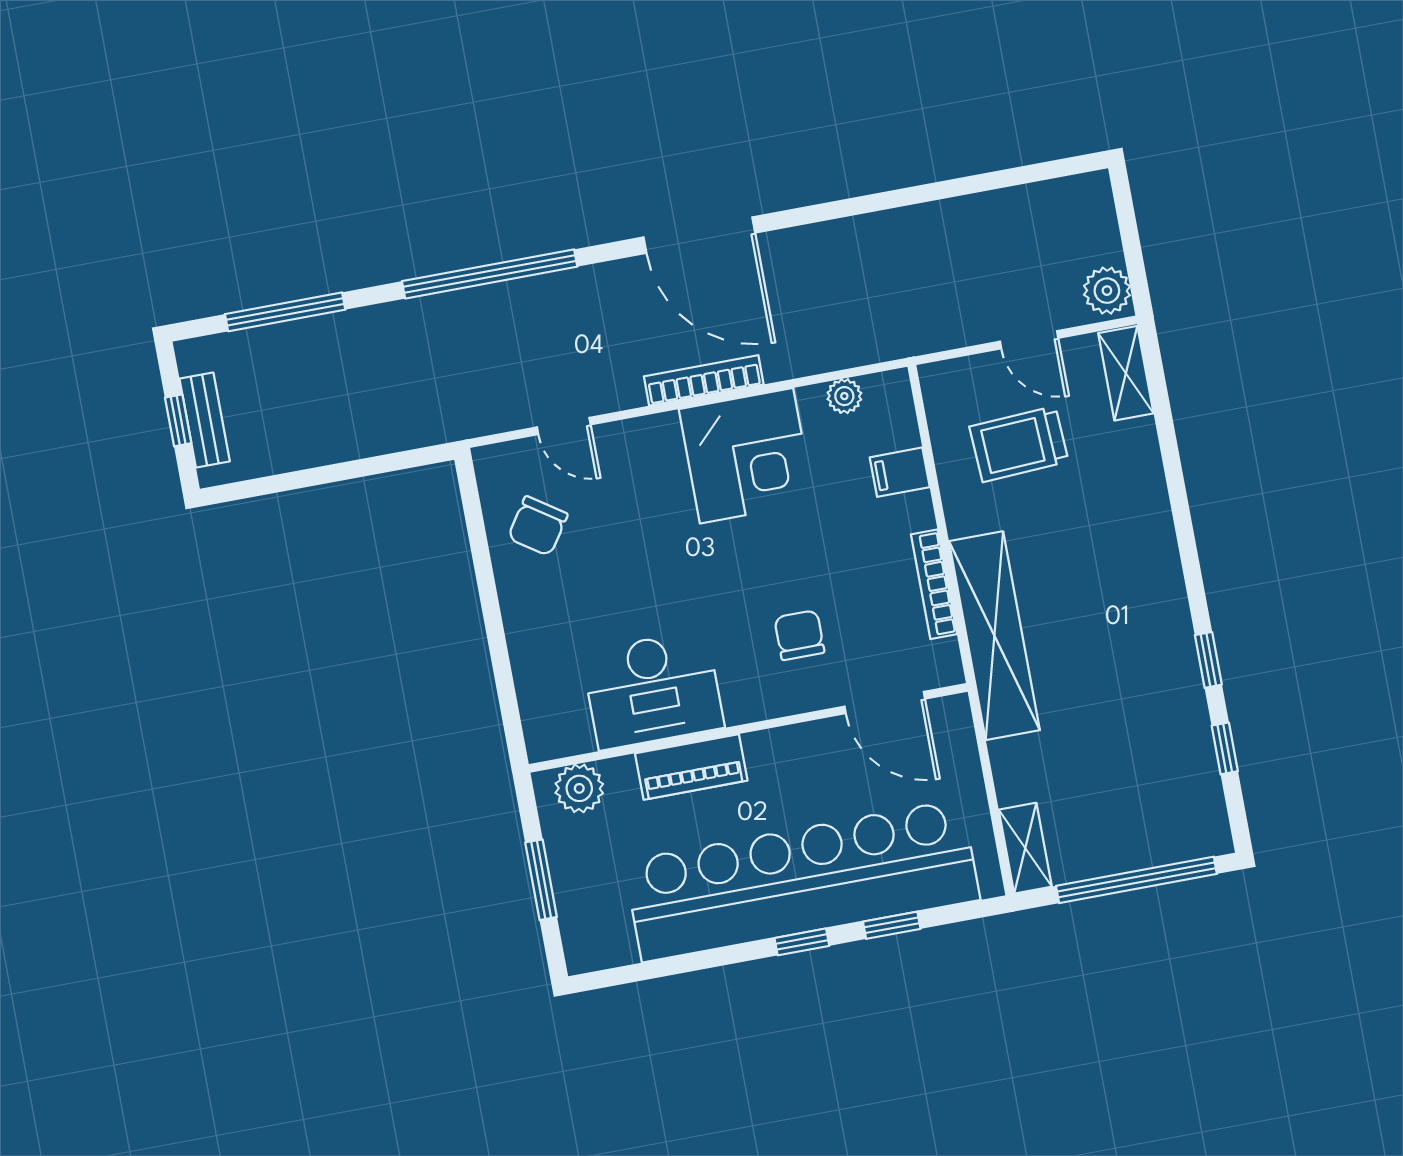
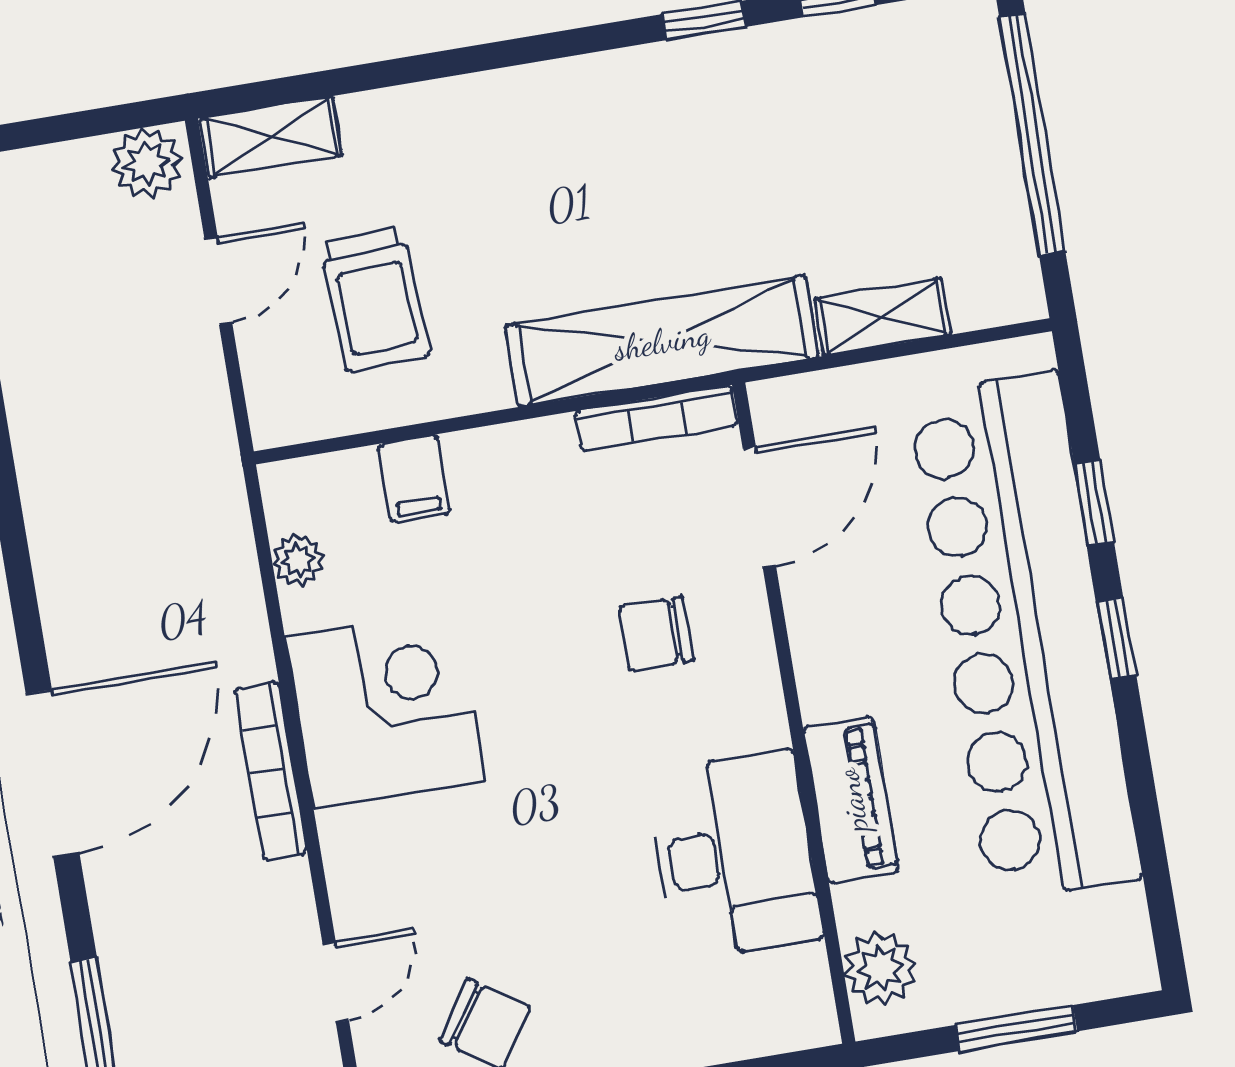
bookcase: (934, 584) -> (657, 418), moved
shelving: (1025, 848) -> (882, 317), moved

